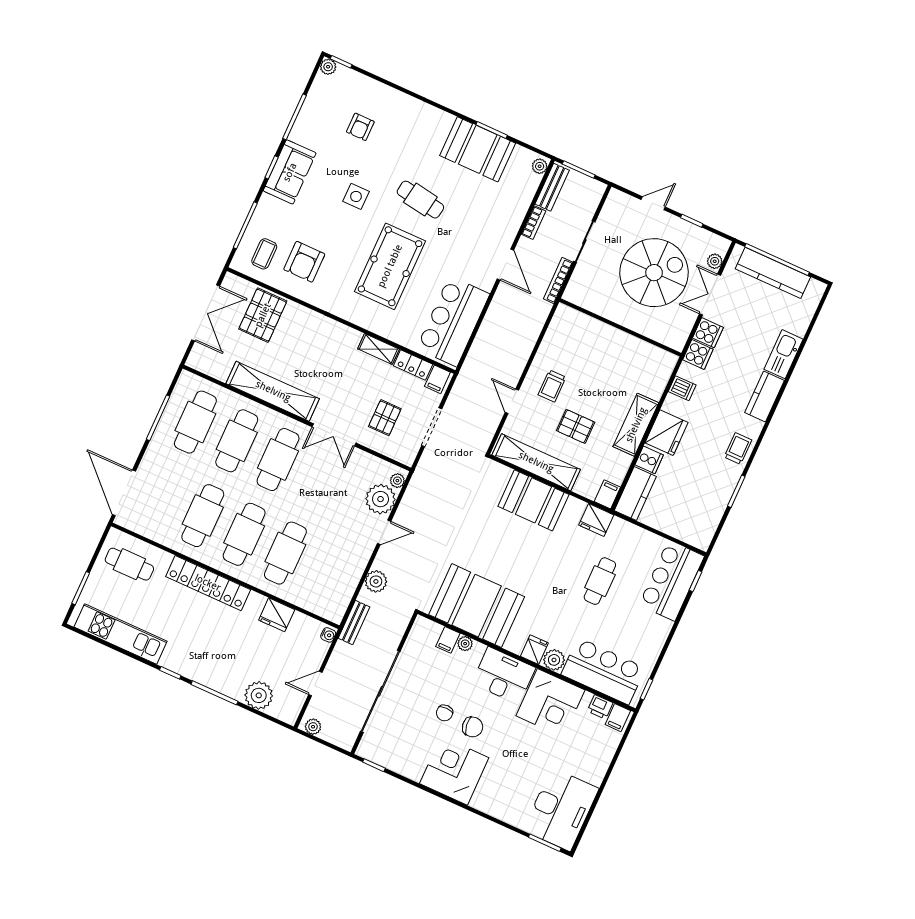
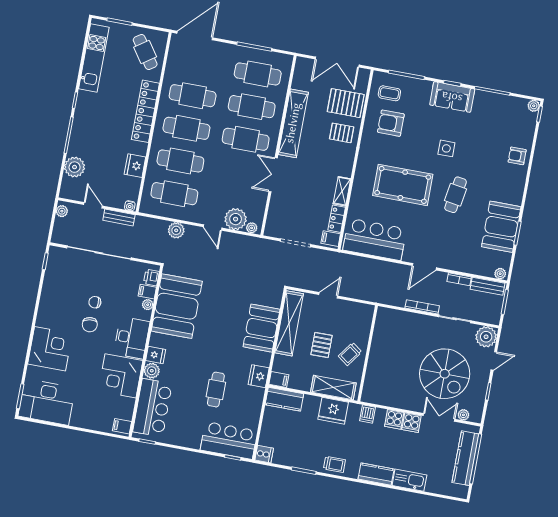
armchair: (360, 127) -> (517, 156), moved
door: (653, 203) -> (494, 361), hinge flipped
plant: (619, 206) -> (486, 337), added
wall: (620, 327) -> (368, 353), moved
trolley: (552, 386) -> (350, 354), moved, turned -54
pallet: (385, 418) -> (342, 133), moved
cooker: (649, 460) -> (264, 454), moved, turned -90
cafe table: (129, 564) -> (145, 52), turned -35
cafe table: (327, 572) -> (174, 194), added
cafe table: (600, 581) -> (216, 390), turned 90
bench: (354, 623) -> (119, 218), moved
printer: (600, 707) -> (151, 277), moved
corner desk: (454, 771) -> (50, 349), moved

